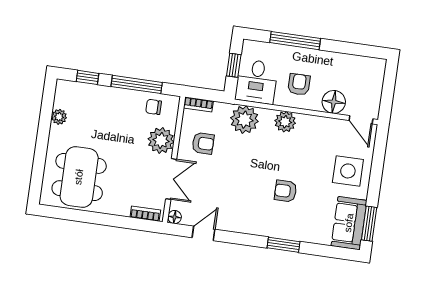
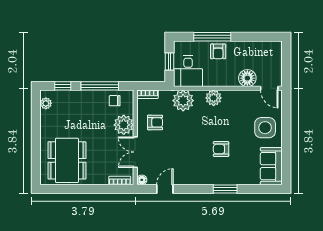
armchair: (299, 84) -> (218, 51), moved, turned 180
plant: (59, 117) -> (46, 103), moved
double door: (171, 179) -> (135, 152), swing flipped
window: (369, 224) -> (286, 164), removed

